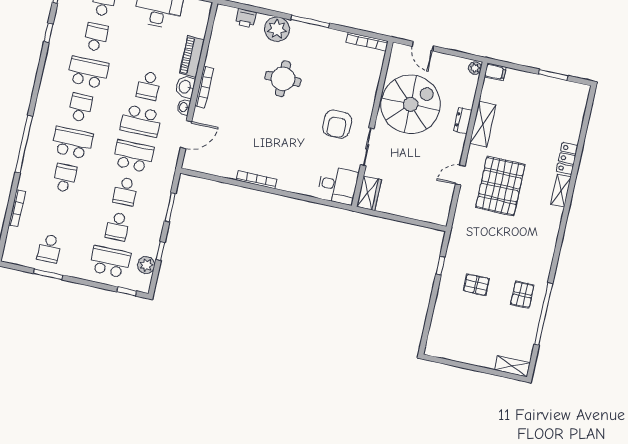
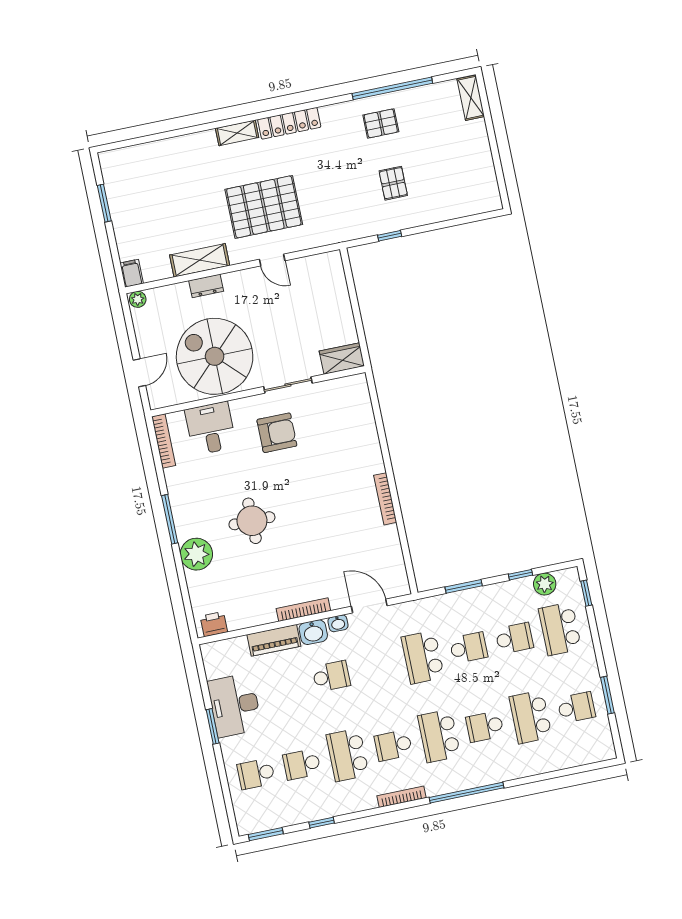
printer: (246, 18) -> (214, 624), moved, turned -90
school desk: (141, 121) -> (531, 717), moved, turned 180
locker: (567, 159) -> (289, 123), moved, width x1.53
desk: (338, 185) -> (211, 428), moved
bookcase: (17, 208) -> (402, 797), moved

